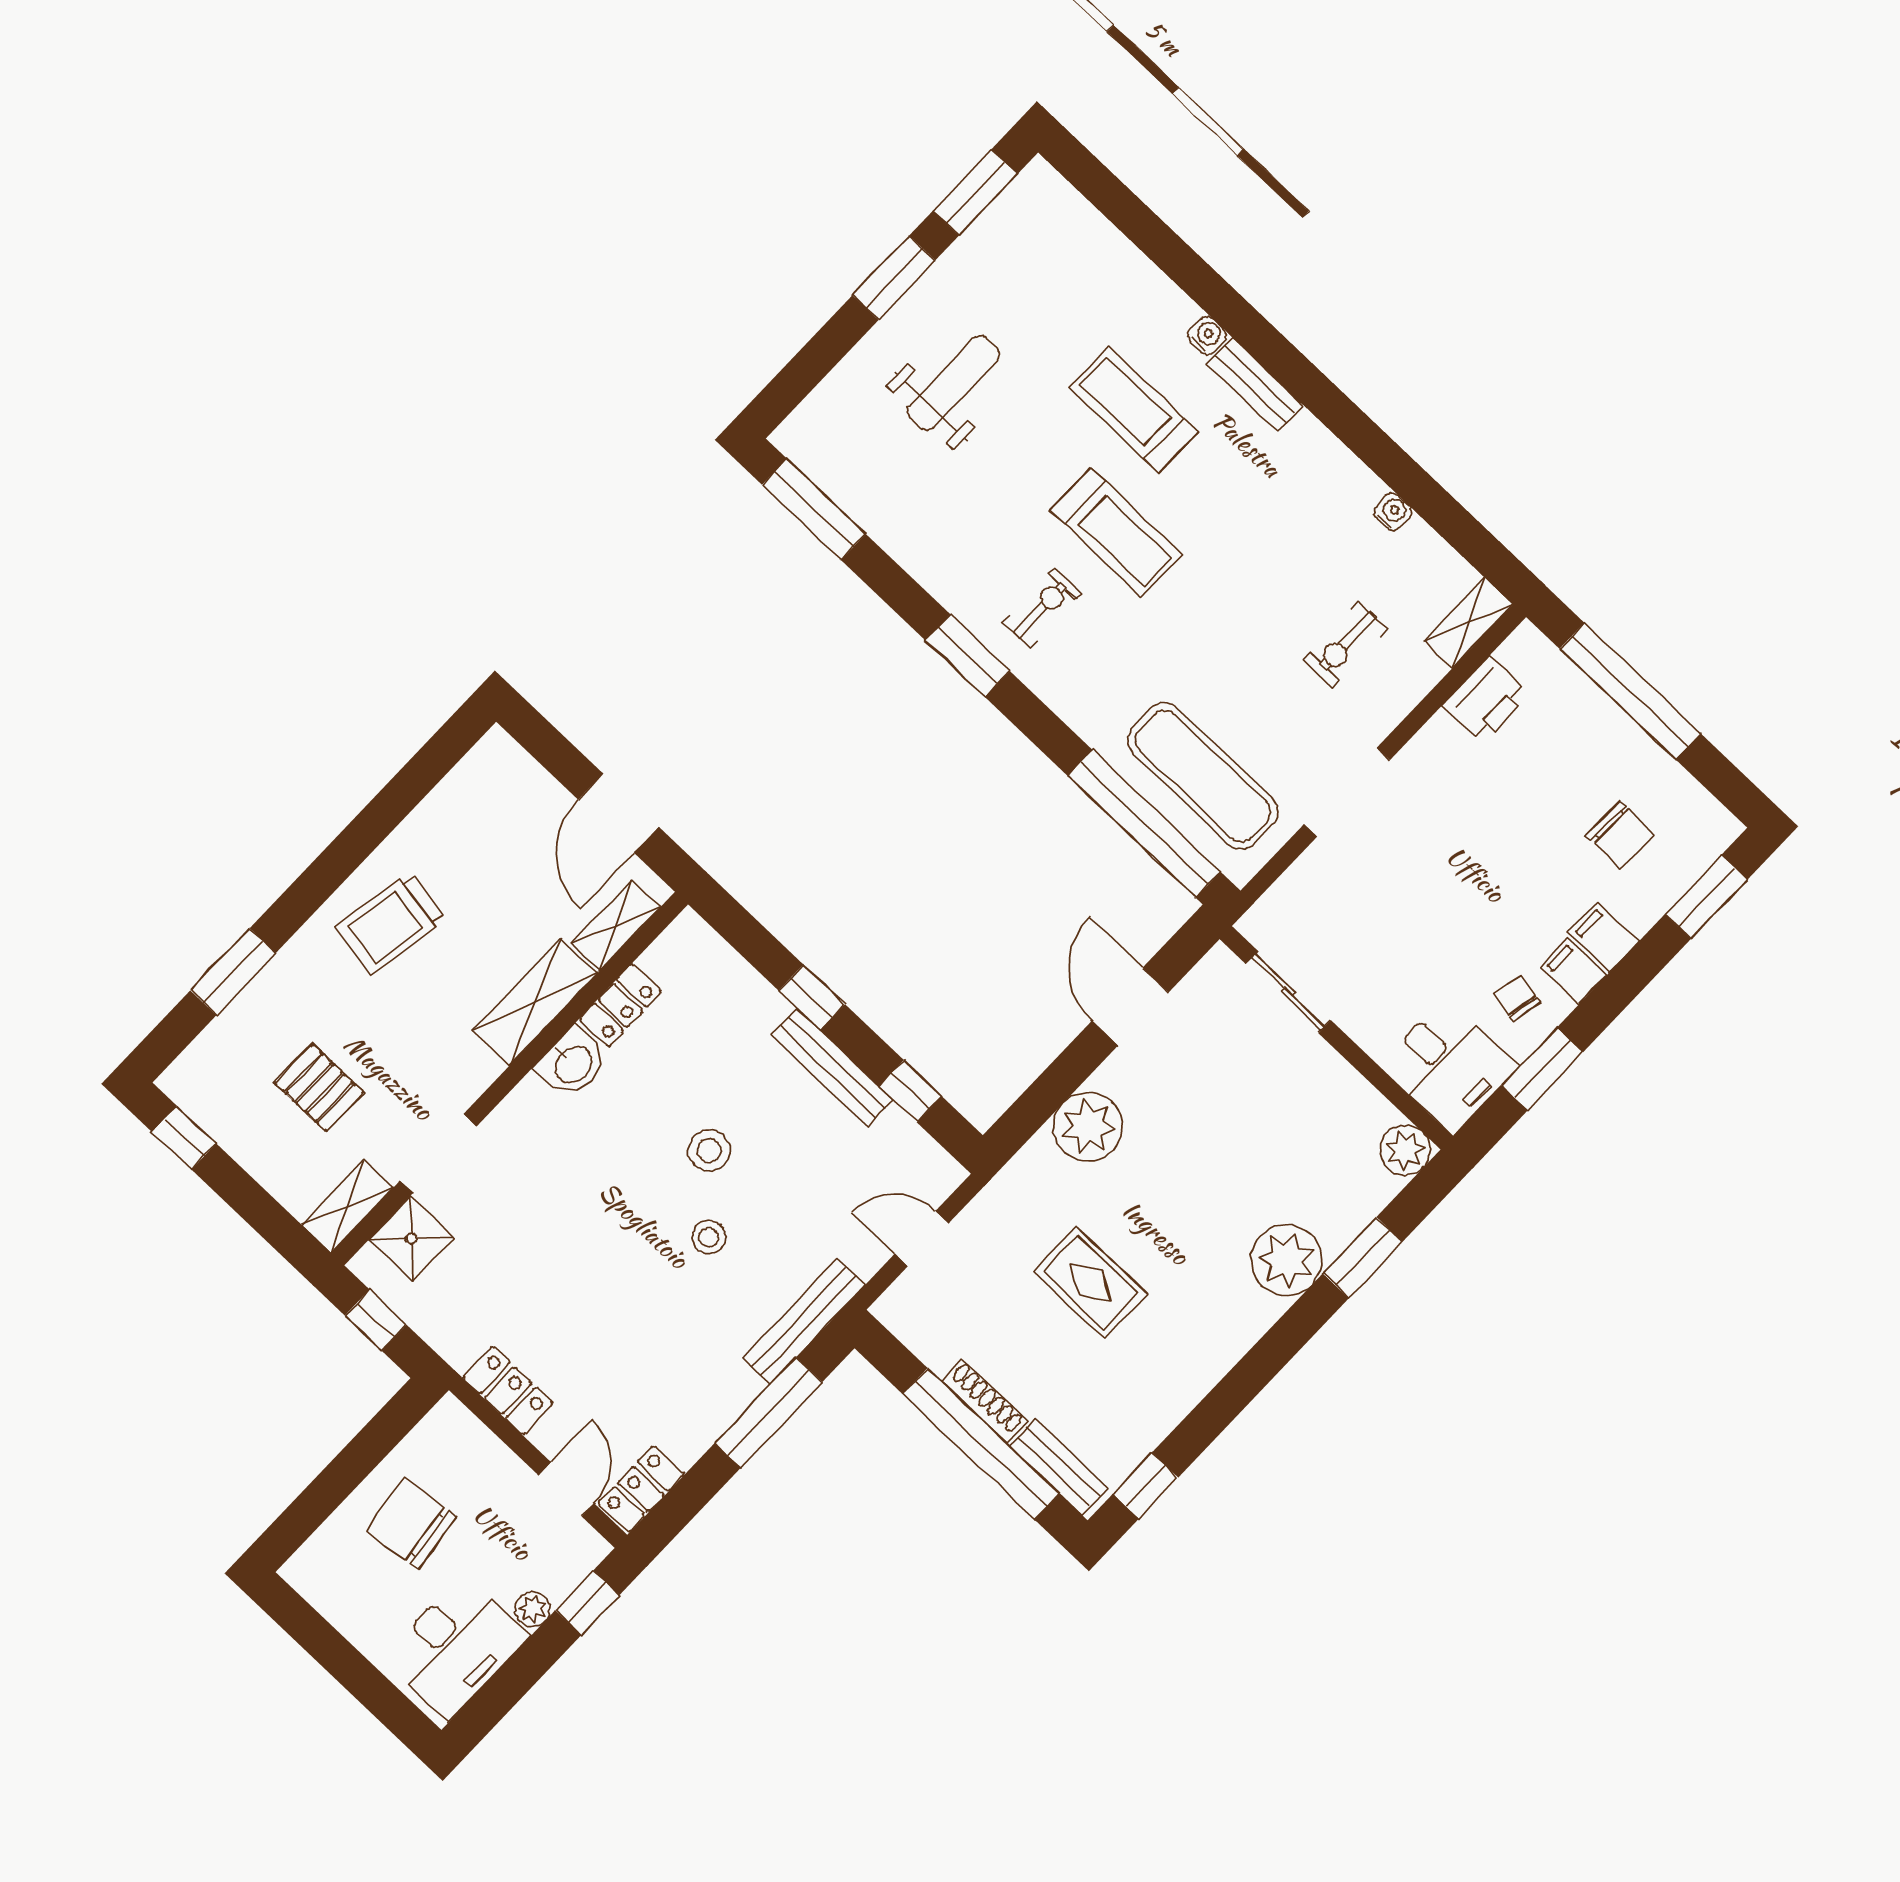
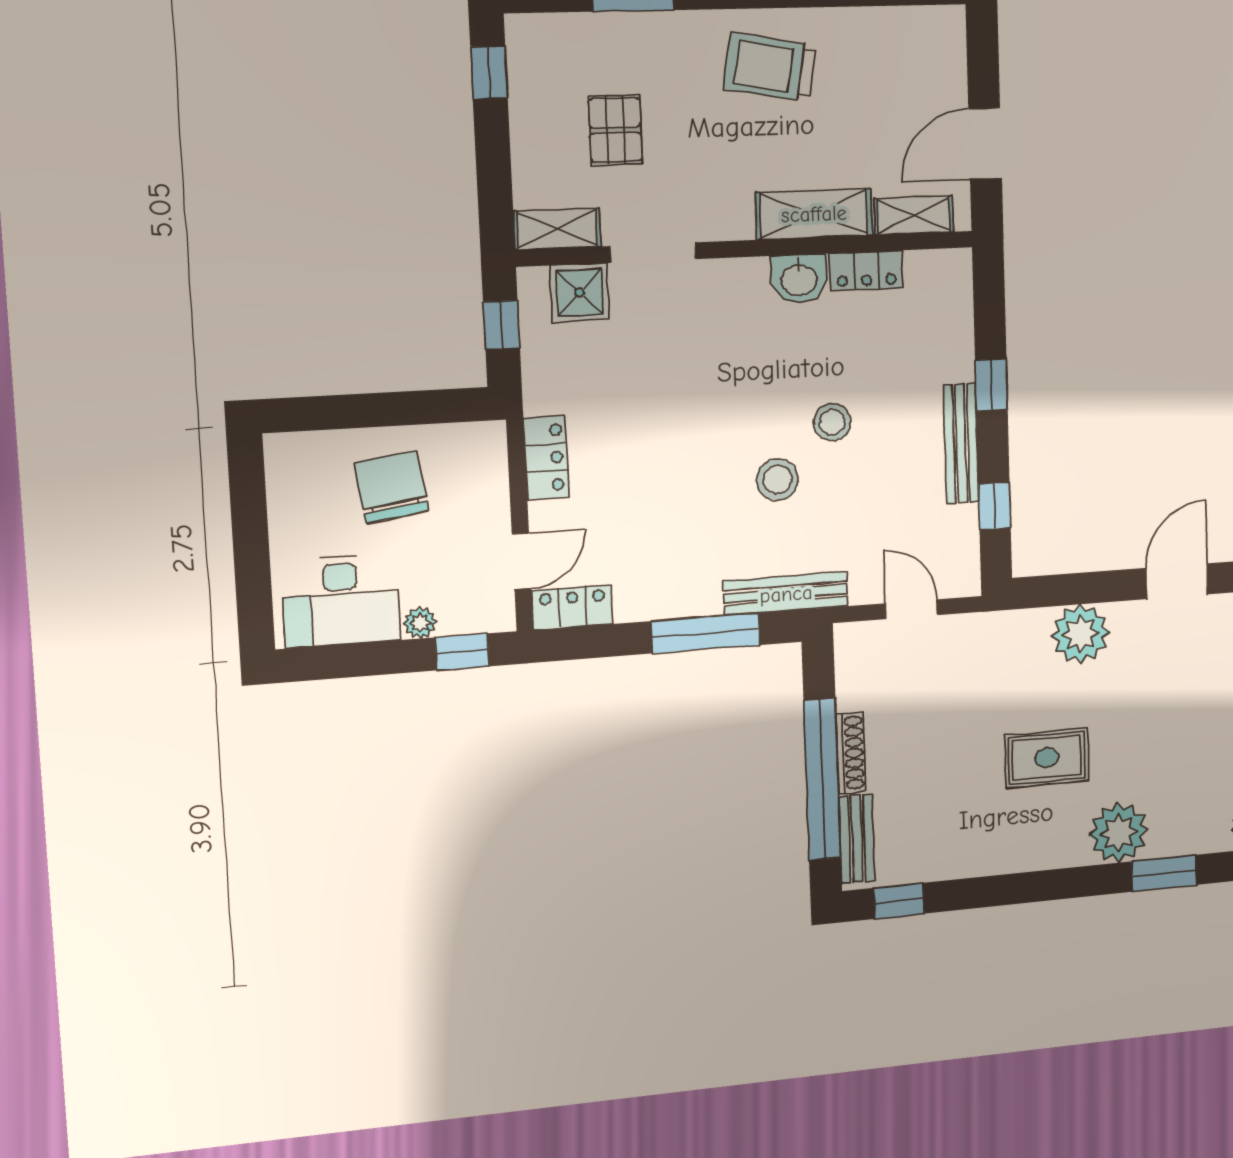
stool: (709, 1237) -> (777, 480), width x1.37, depth x1.37
rug: (1090, 1282) -> (1047, 758), moved, turned 90

